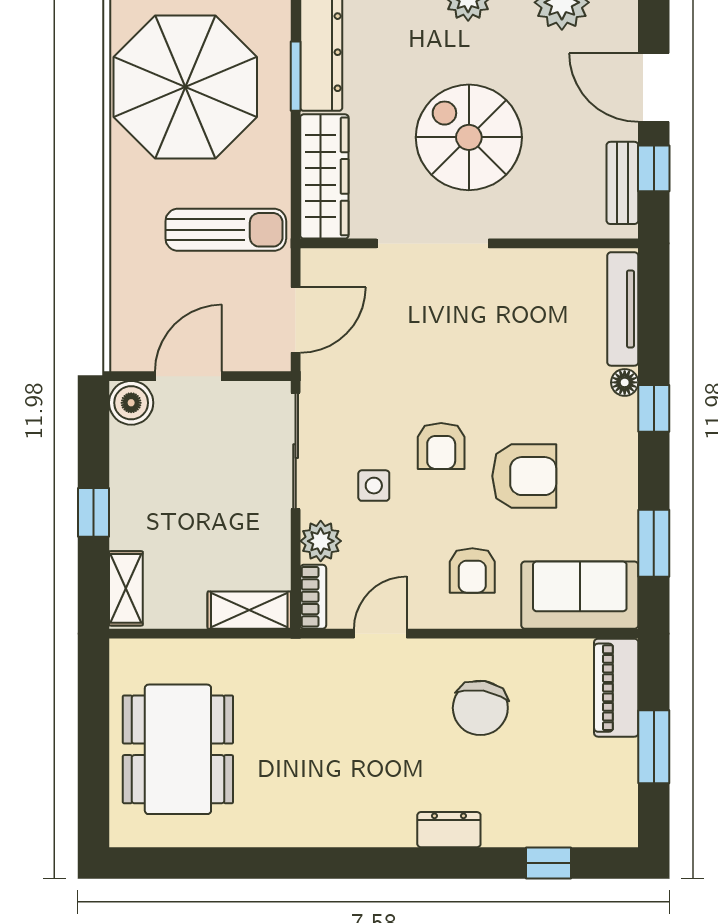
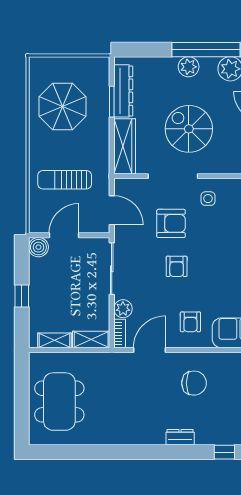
parasol: (185, 87) -> (63, 106), width x0.73, depth x0.73
sun lounger: (226, 230) -> (65, 180), moved, turned 180
door: (296, 320) -> (112, 210), hinge flipped
armchair: (524, 476) -> (171, 223), moved
side table: (374, 486) -> (208, 199), moved
shelving: (126, 588) -> (55, 340), moved, turned 90
door: (380, 634) -> (149, 350), width x1.37
chair: (480, 708) -> (194, 383), turned -99

